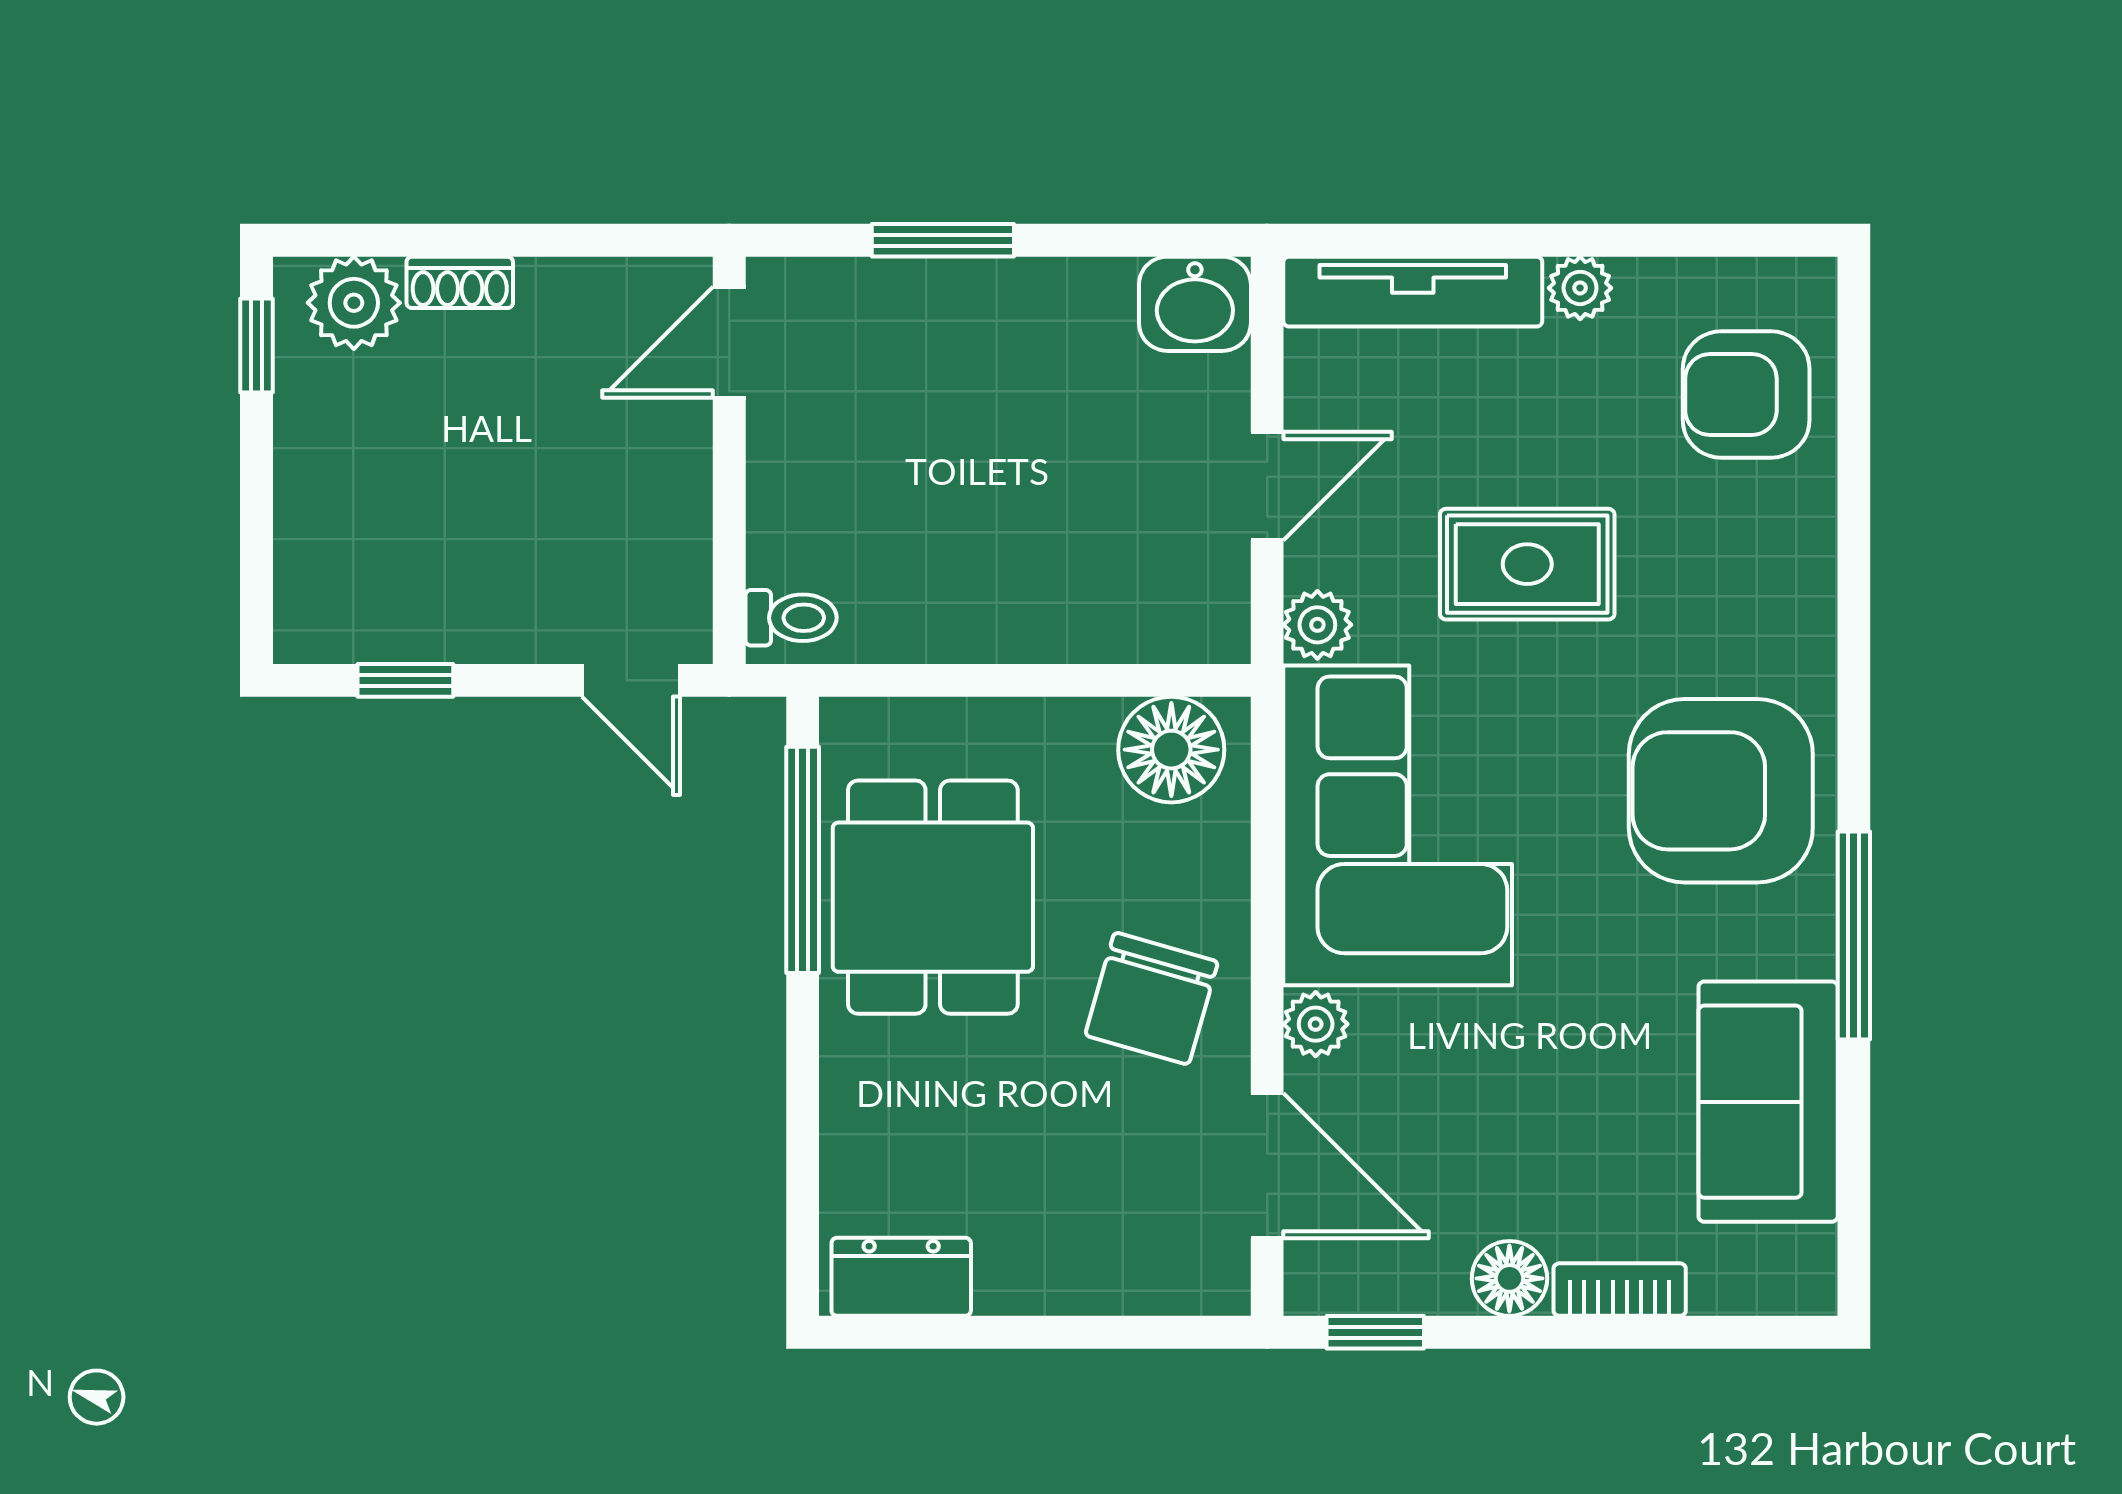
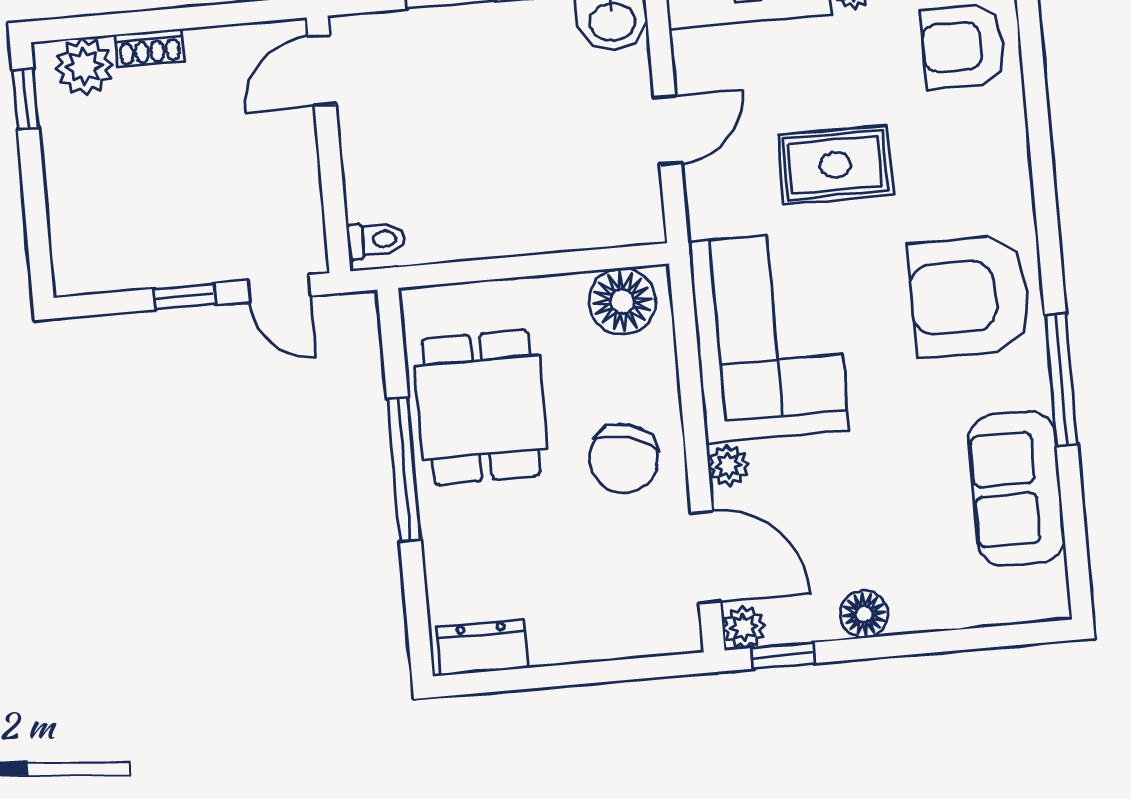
plant: (1317, 625) -> (744, 627), moved
window: (405, 680) -> (185, 296), moved
window: (803, 860) -> (404, 470), moved
bookcase: (1620, 1290) -> (934, 615), removed

